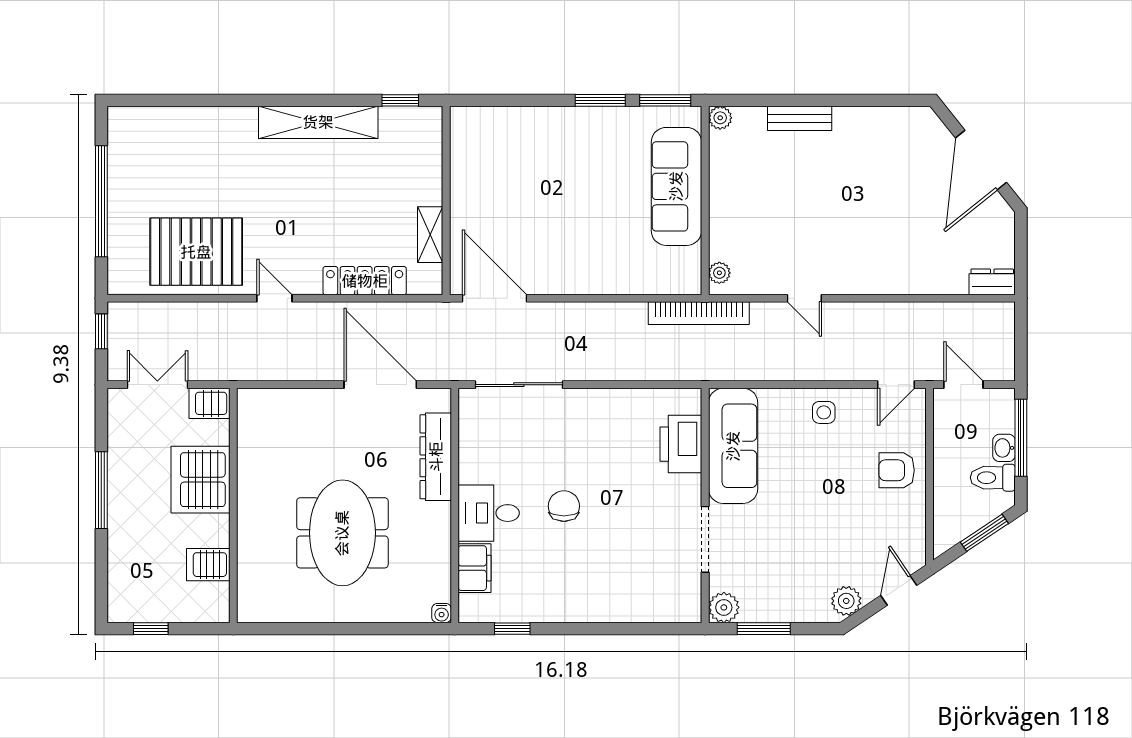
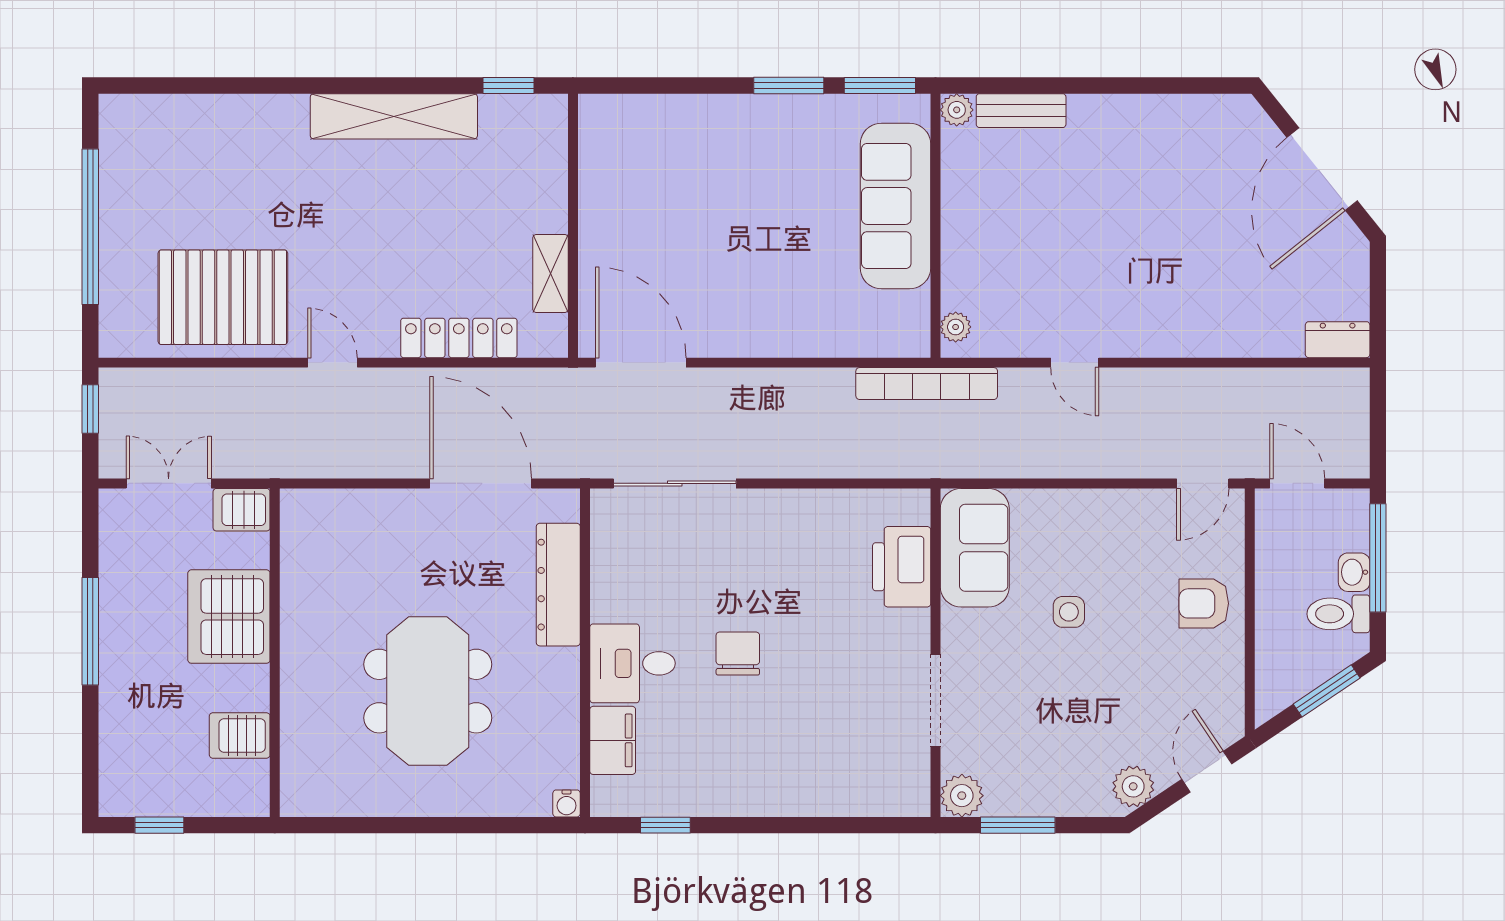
bench: (800, 118) -> (1021, 111), moved
side table: (824, 412) -> (1069, 612), moved
sofa: (733, 446) -> (975, 548), width x0.73

